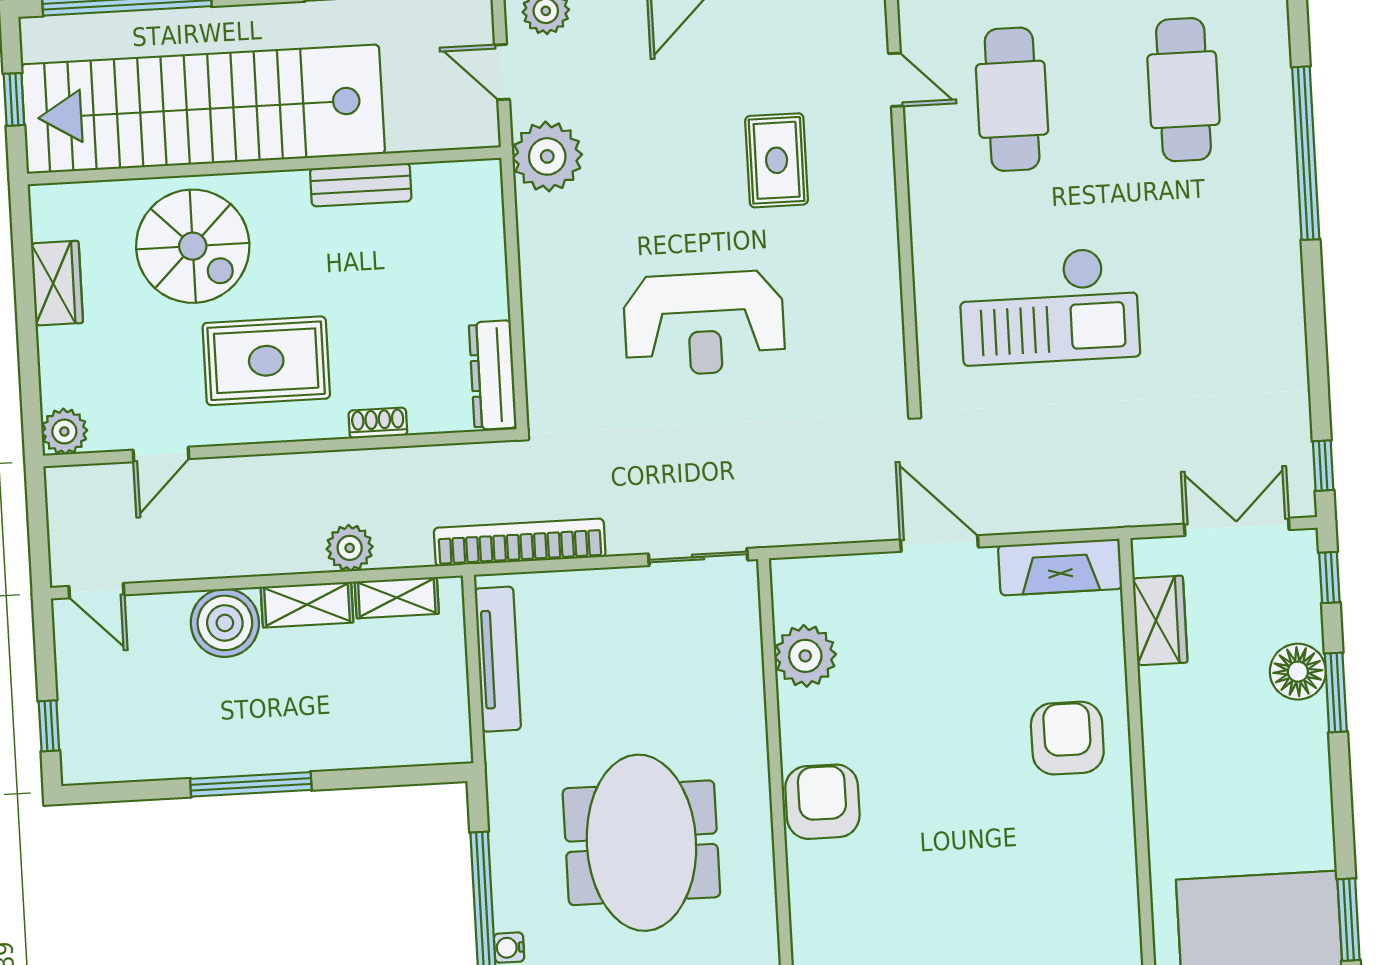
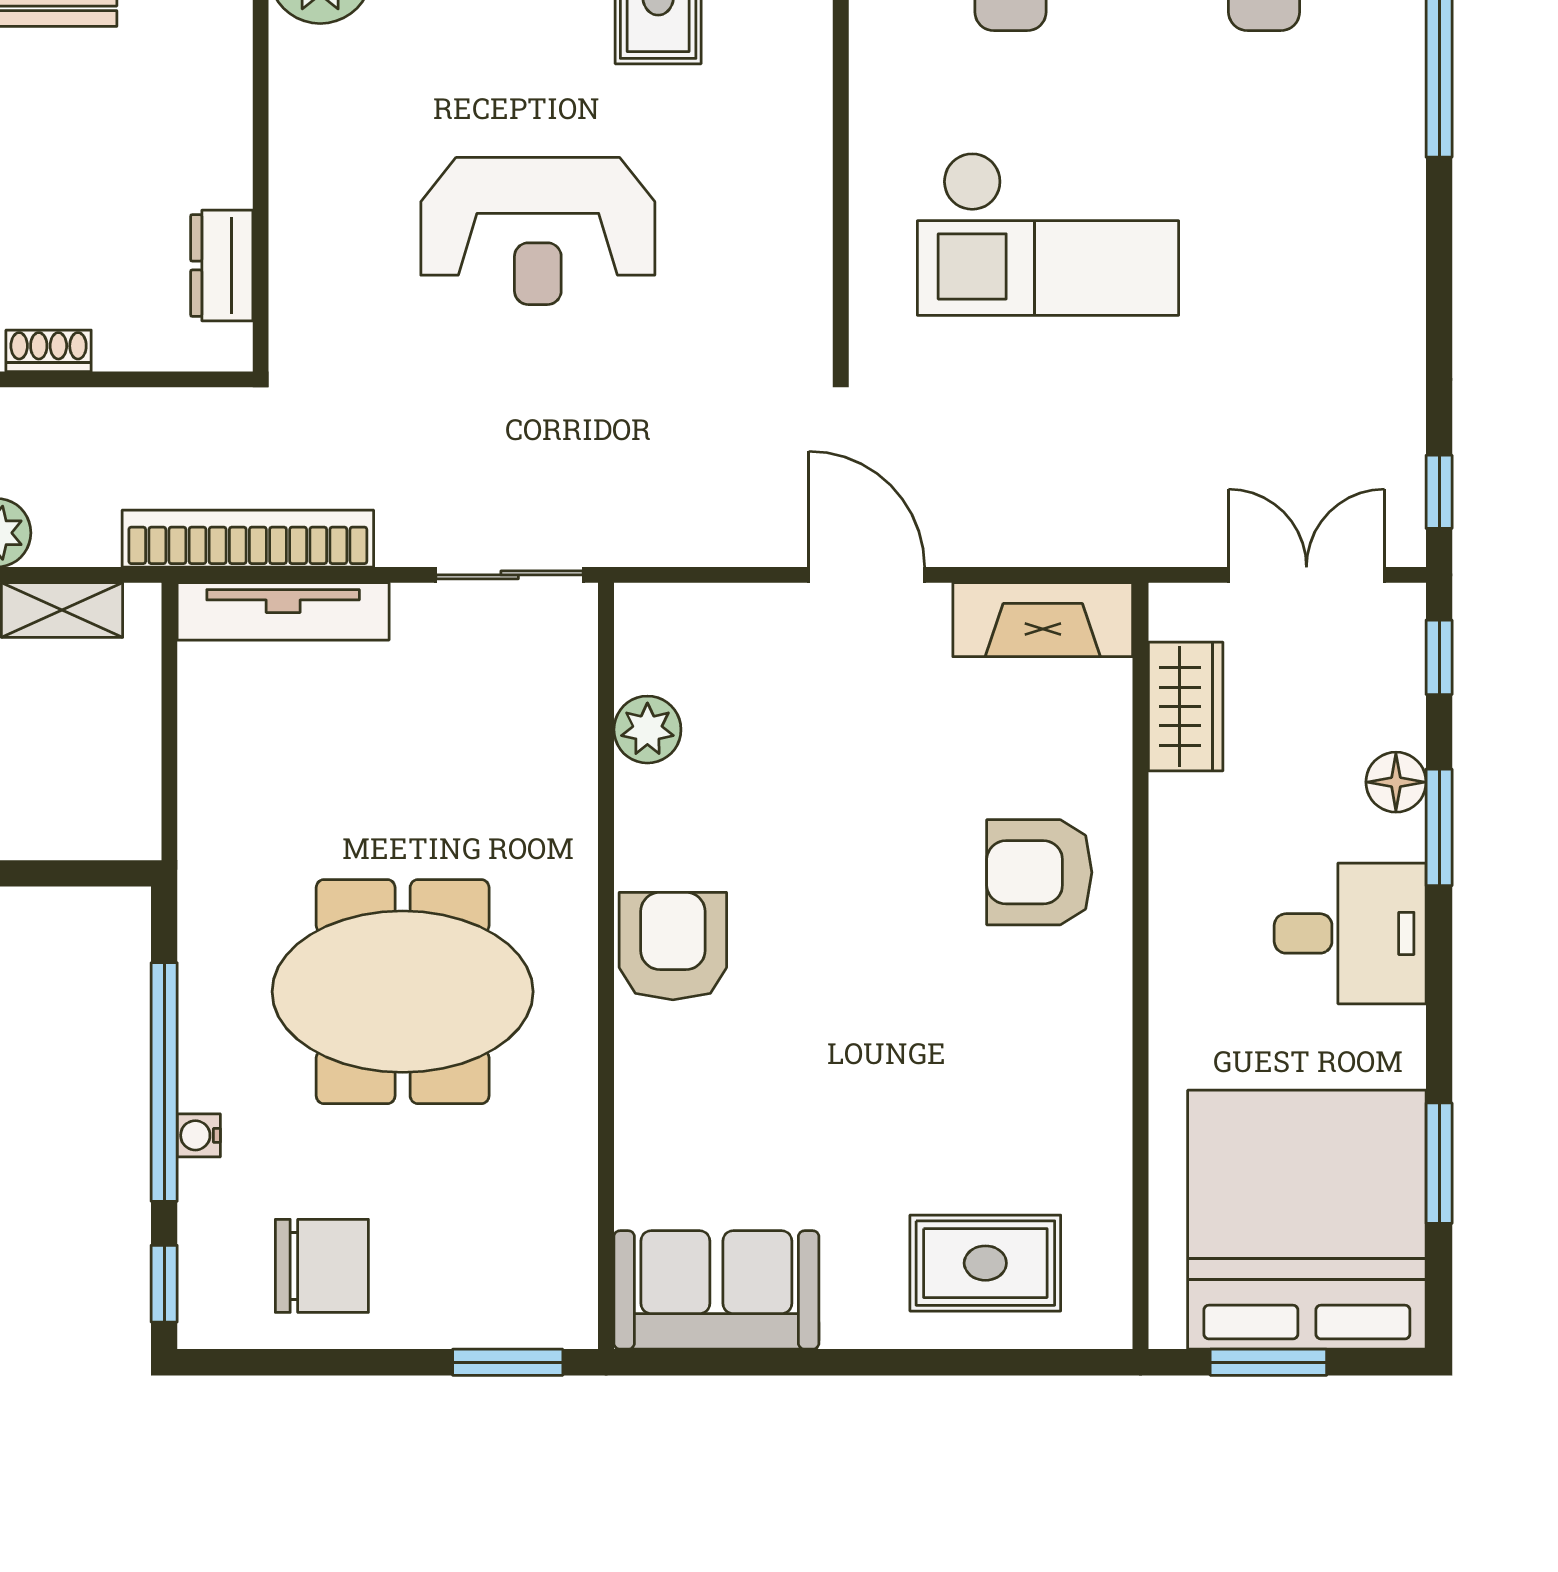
dresser: (493, 375) -> (222, 266), width x0.70
plant: (805, 656) -> (647, 730), width x0.73, depth x0.73
tv unit: (498, 659) -> (283, 611), moved, turned 90
floor lamp: (1298, 672) -> (1396, 782), width x0.73, depth x0.73
armchair: (1067, 738) -> (1039, 872), turned -90
desk: (1280, 768) -> (1350, 933), added
meeting table: (641, 843) -> (403, 992), turned 90

